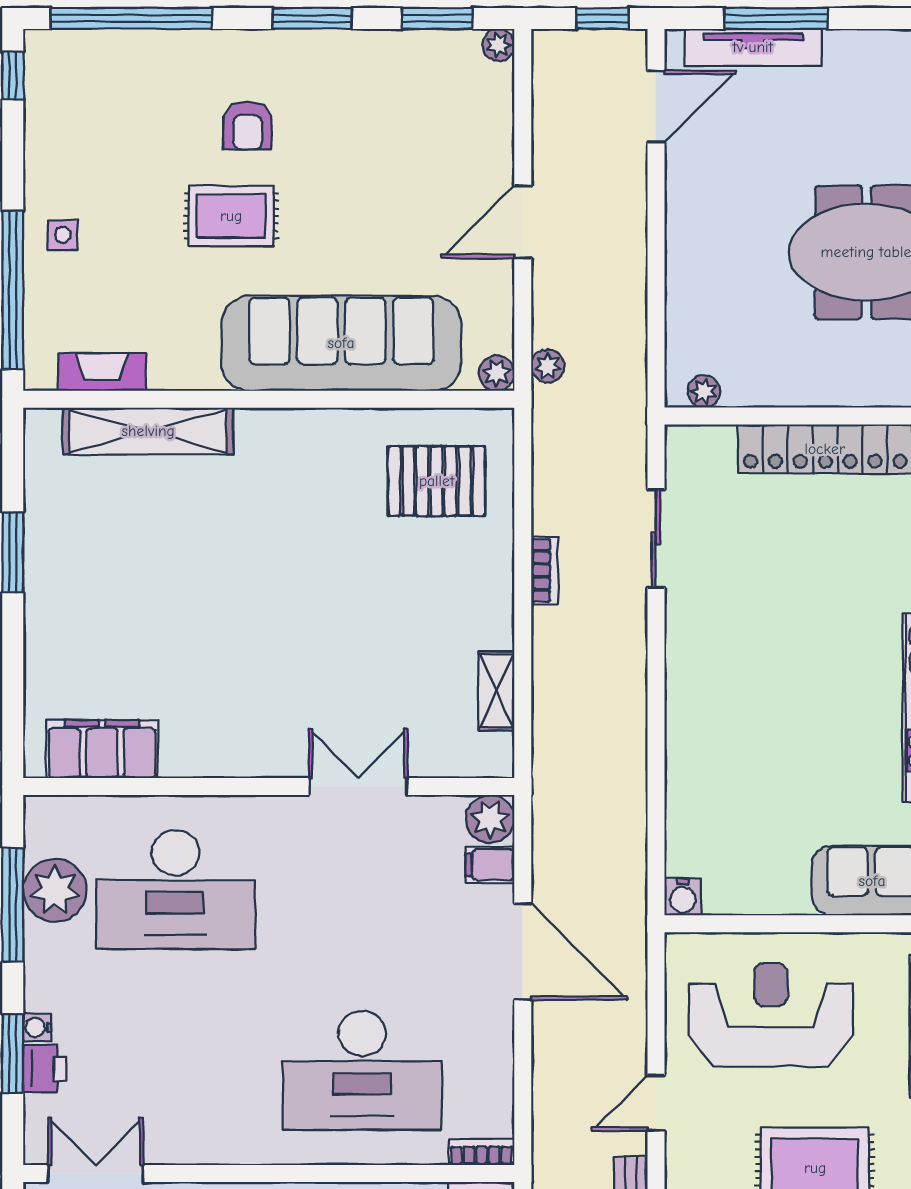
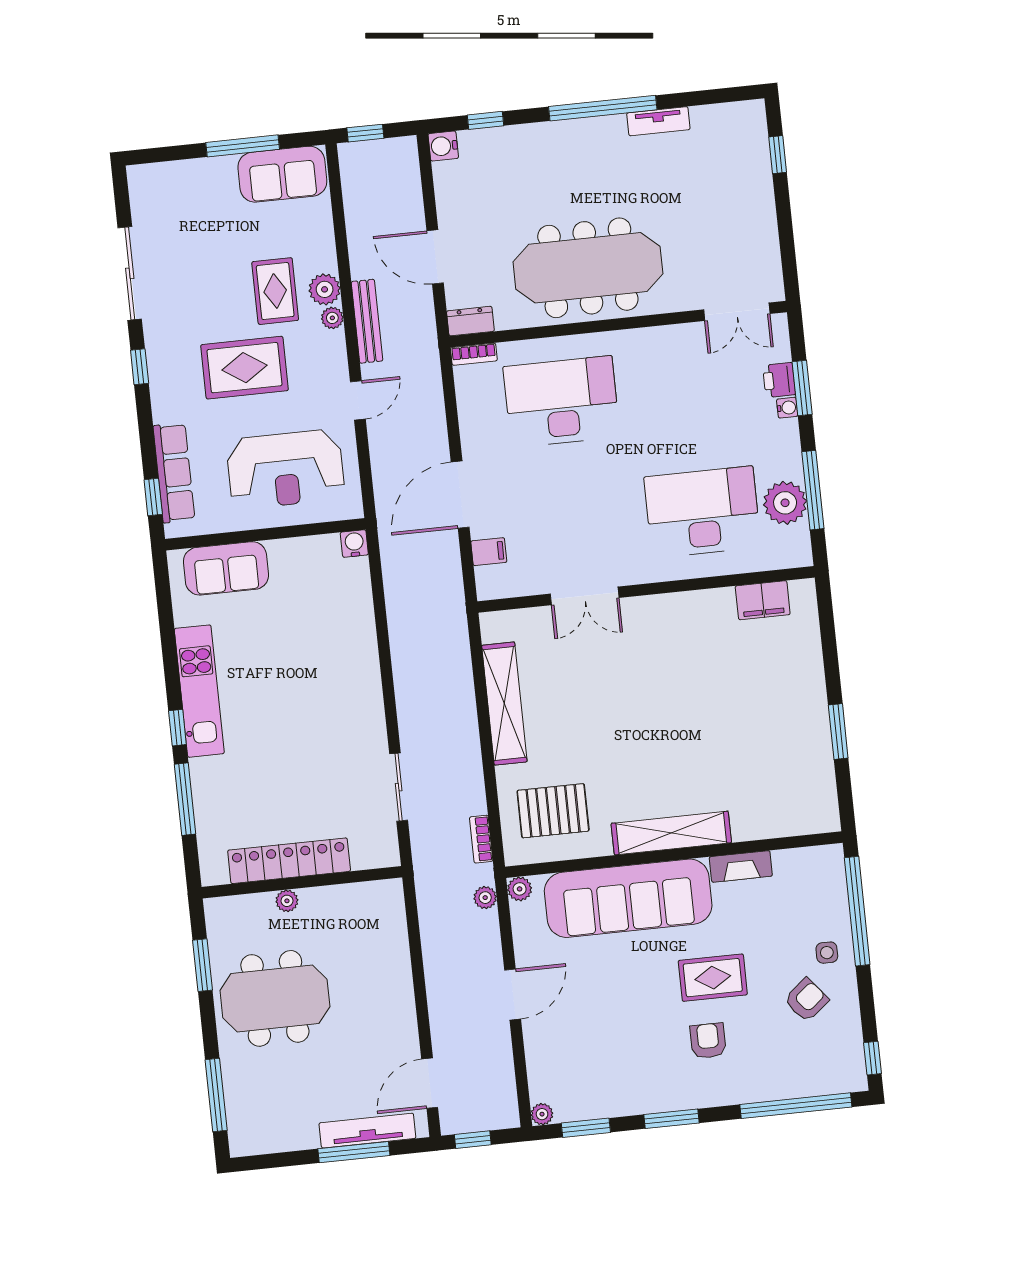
armchair: (100, 169) -> (806, 1000), added
fireplace: (102, 372) -> (741, 866), moved
plant: (704, 391) -> (287, 901), moved
shelving: (148, 431) -> (671, 833), moved
bookcase: (545, 570) -> (481, 839), moved
shelving: (496, 691) -> (504, 704), width x2.20, depth x1.33
filing cabinet: (102, 749) -> (763, 600), width x0.67, depth x0.86
plant: (490, 819) -> (492, 583), removed
door: (523, 952) -> (460, 495), hinge flipped

